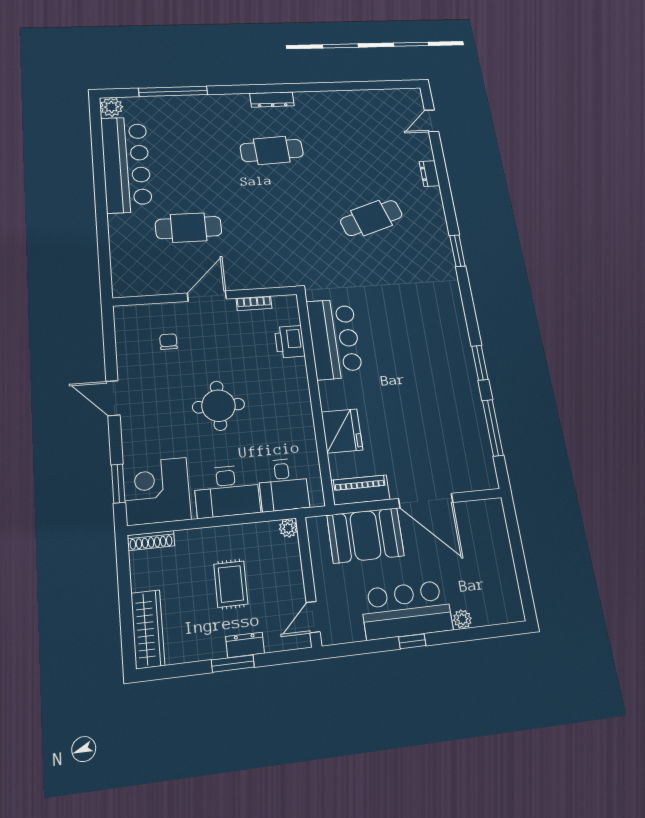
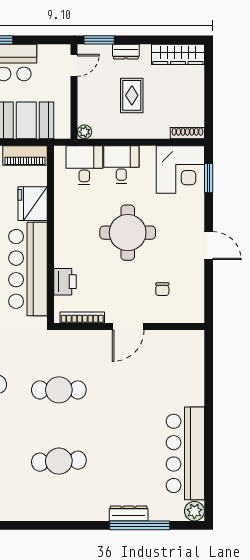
dresser: (272, 99) -> (129, 514), moved
cafe table: (189, 228) -> (59, 390), moved
bookcase: (254, 303) -> (82, 317), width x1.56
bar counter: (334, 339) -> (28, 269), width x1.36
round table: (218, 406) -> (128, 233), width x1.36, depth x1.36
desk: (227, 491) -> (121, 164), width x0.73
wardrobe: (148, 629) -> (178, 54), moved, turned -90
window: (233, 664) -> (99, 40), moved

